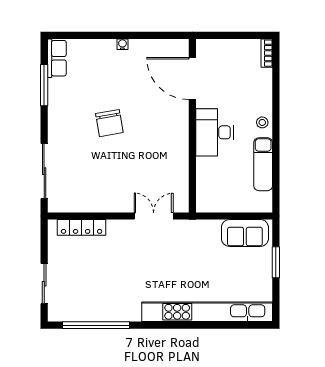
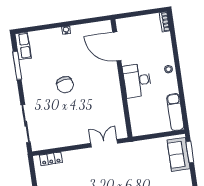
exam couch: (263, 164) -> (175, 112), moved
locker: (82, 227) -> (51, 159), width x0.66
sofa: (245, 233) -> (179, 154), moved, turned 90
window: (276, 262) -> (190, 152), moved

